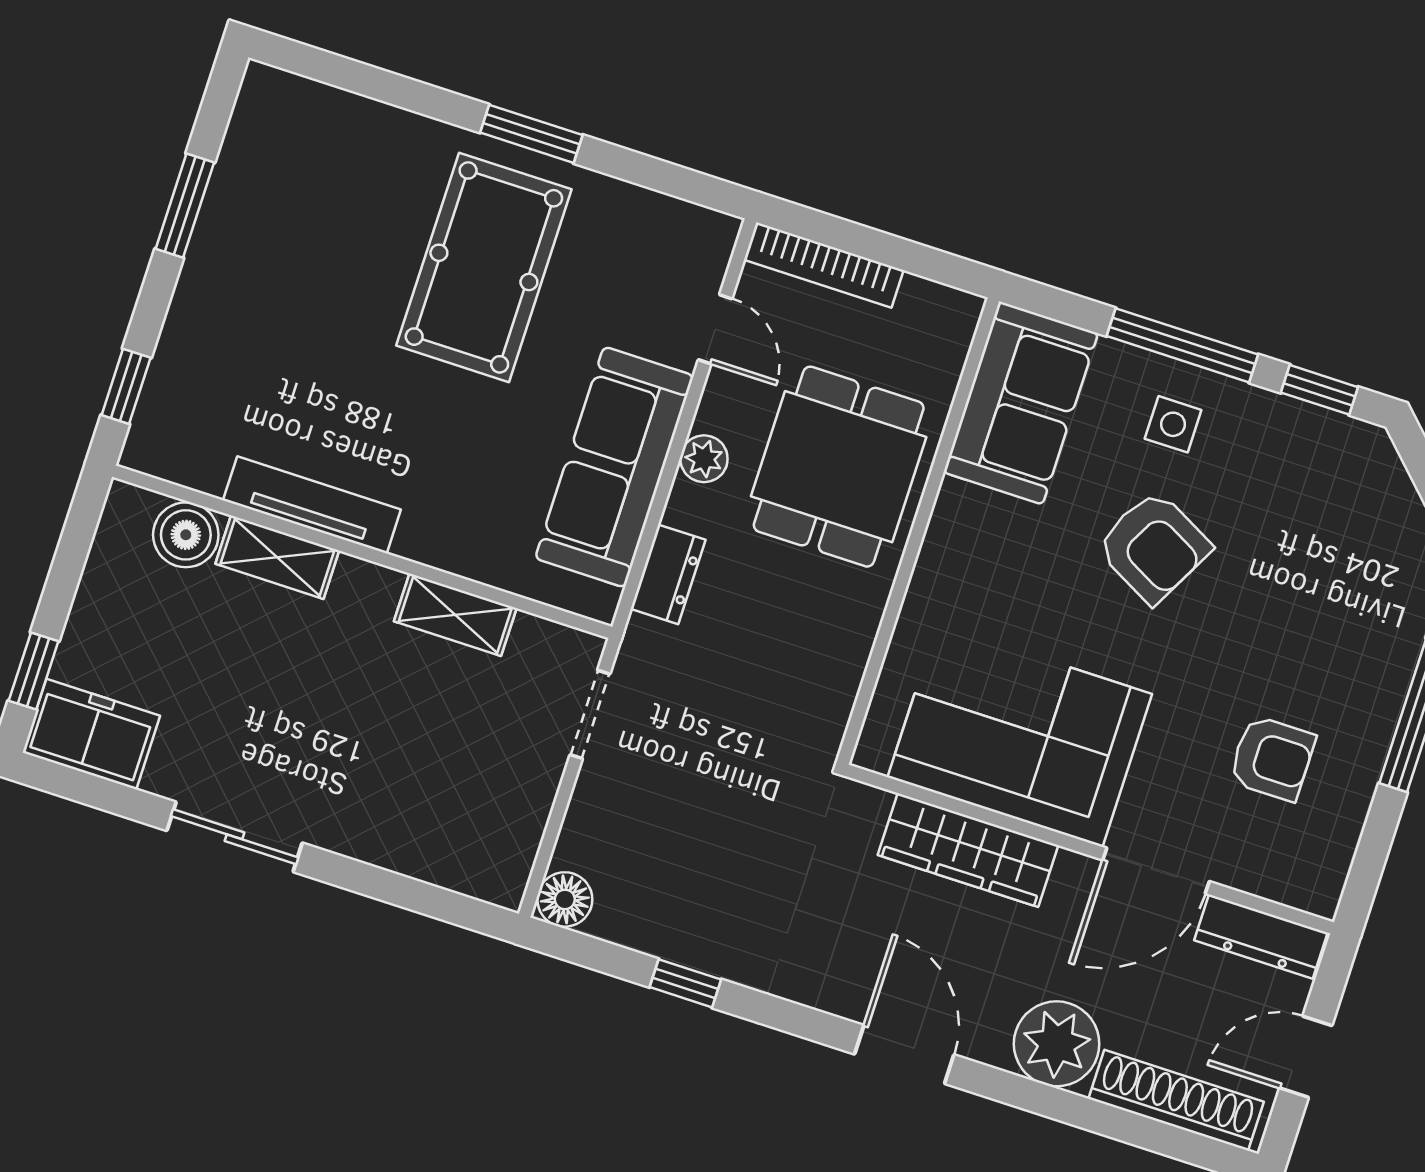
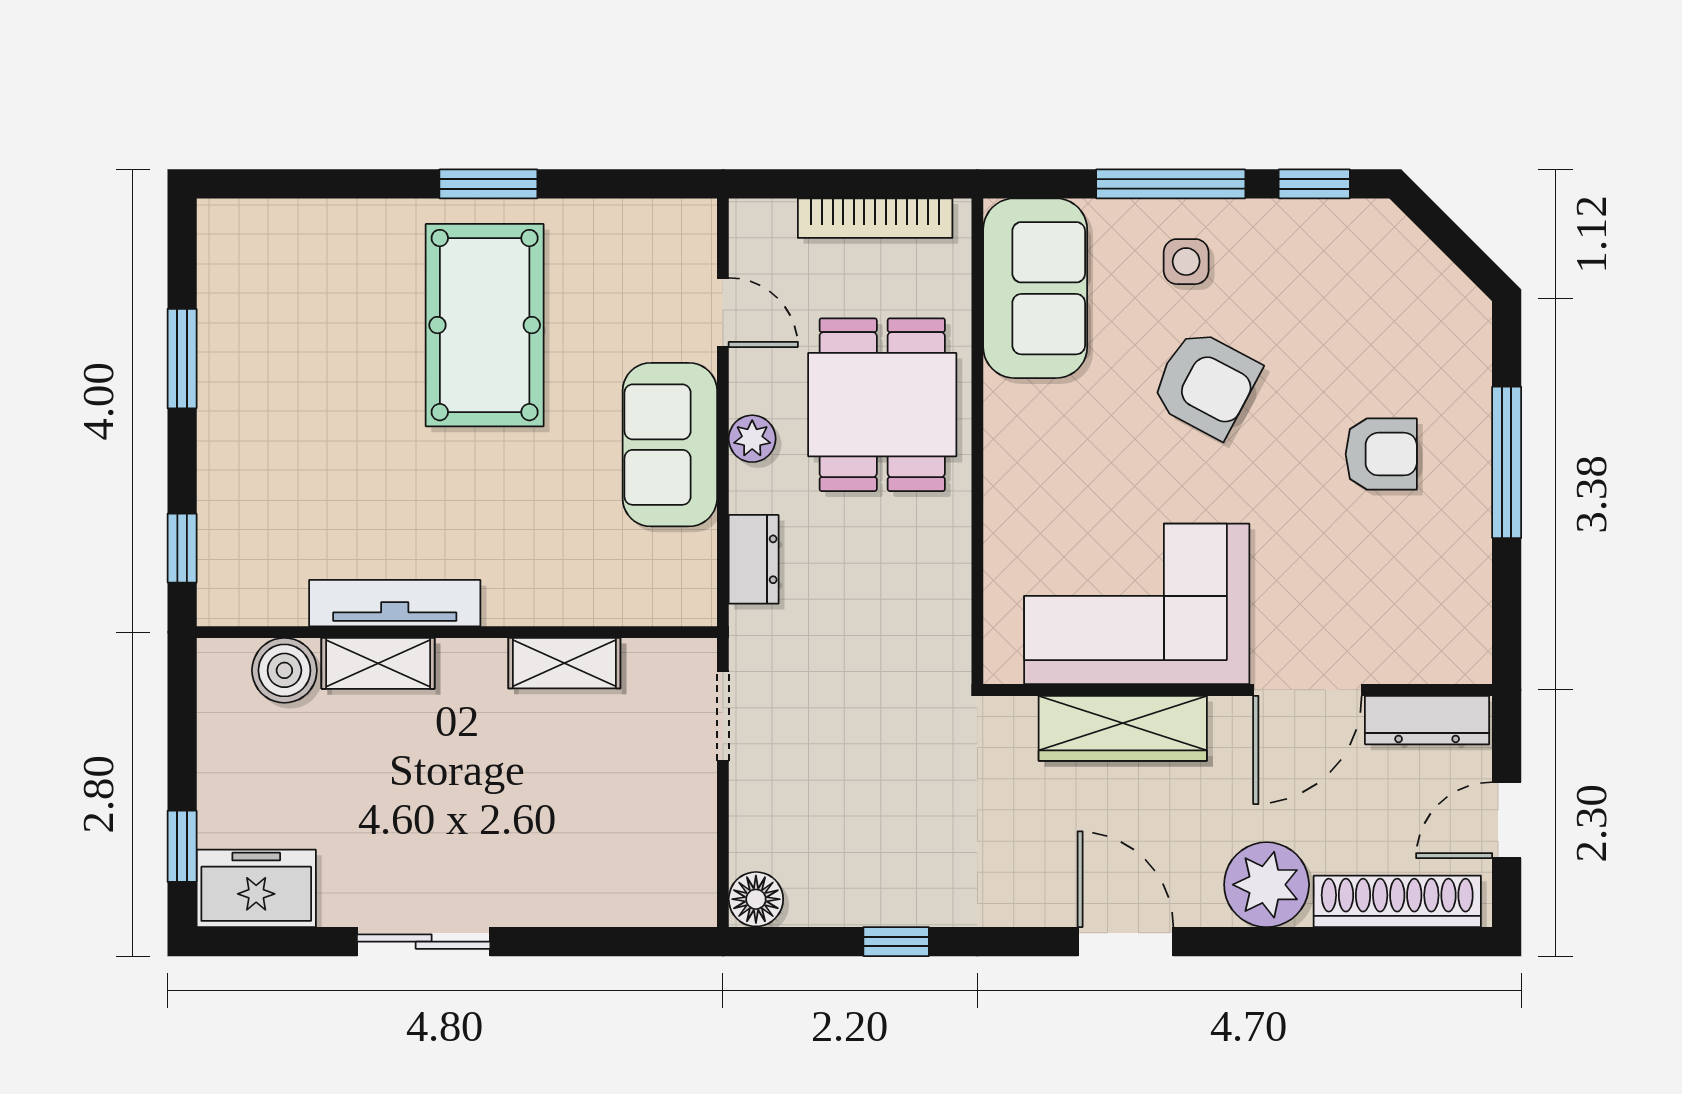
bookcase: (824, 265) -> (875, 218), moved
sofa: (614, 467) -> (670, 445), width x0.73
armchair: (1272, 758) -> (1381, 454), moved

